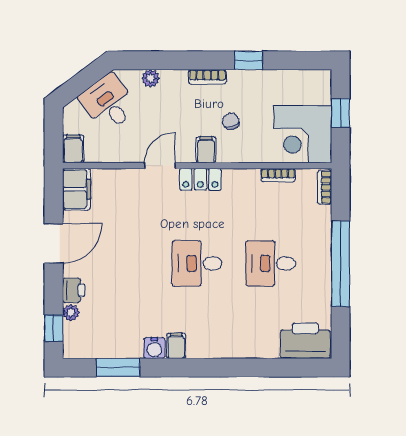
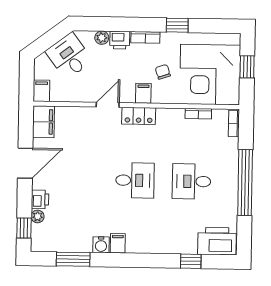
printer: (174, 81) -> (120, 40), added
corner desk: (303, 134) -> (210, 75), width x1.36, depth x1.36
desk: (197, 263) -> (135, 180), turned 180
window: (272, 368) -> (191, 261), added

